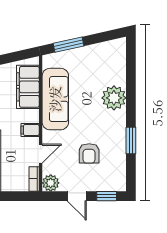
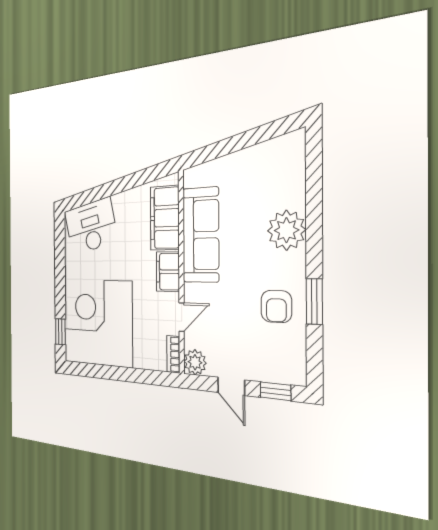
window: (68, 45) -> (218, 150), removed
filing cabinet: (30, 130) -> (168, 272), width x2.00
armchair: (89, 153) -> (276, 306), moved

